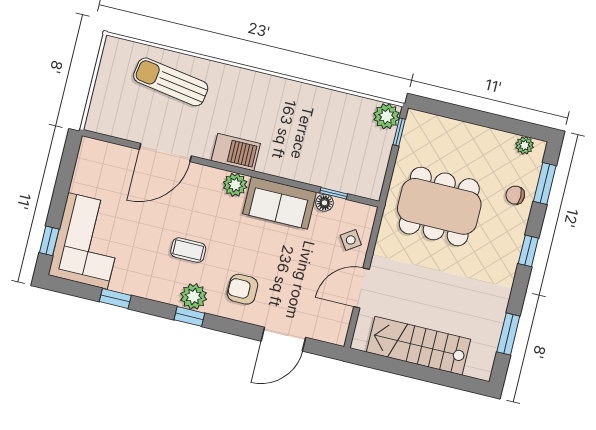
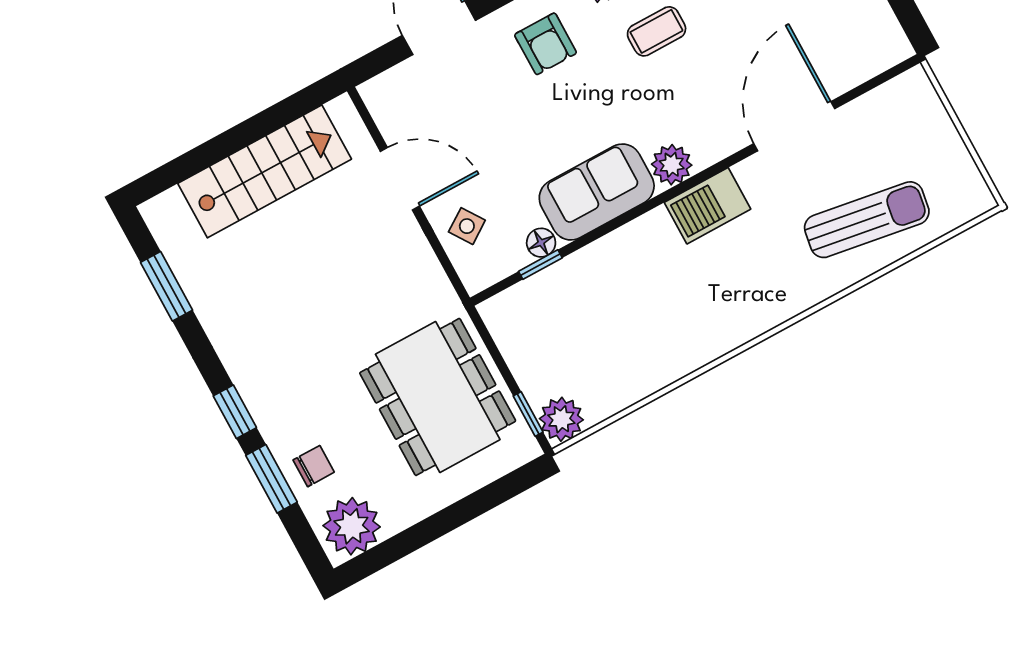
plant: (525, 145) -> (352, 526), width x1.88, depth x1.88
window: (545, 184) -> (271, 479), moved
dining table: (439, 206) -> (438, 397), moved, turned 90
door: (361, 288) -> (400, 179), hinge flipped
armchair: (242, 289) -> (546, 44), turned 90

